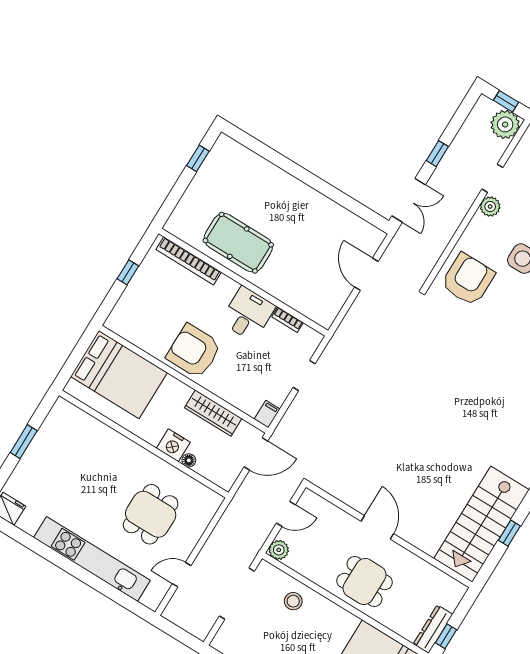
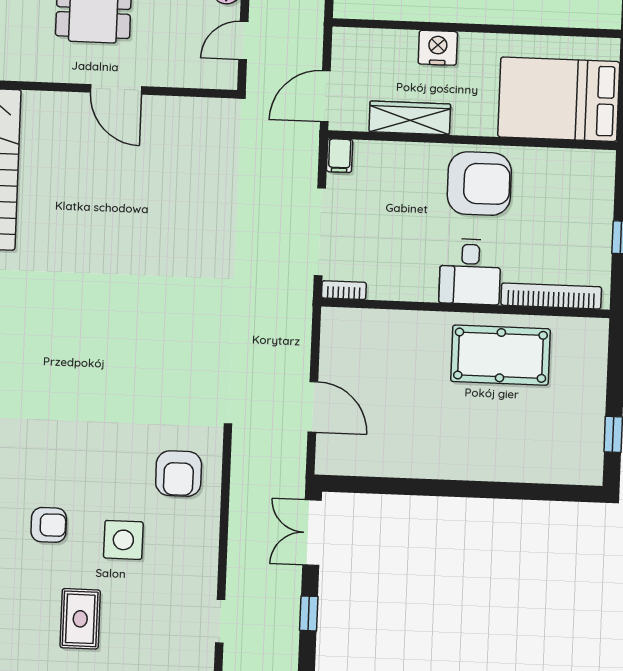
plant: (490, 207) -> (203, 583), removed
armchair: (468, 279) -> (179, 474), width x0.73, depth x0.73
desk: (248, 314) -> (470, 272), moved
bookcase: (288, 320) -> (344, 290), moved
doorway: (304, 375) -> (320, 232), width x1.87
floor lamp: (189, 460) -> (407, 40), removed

